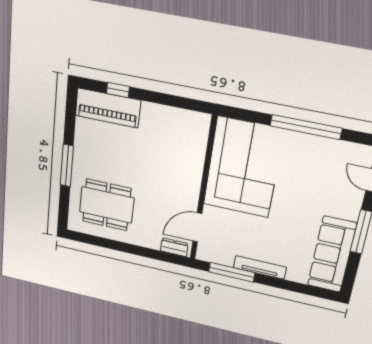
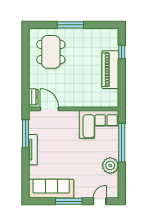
piano: (108, 108) -> (110, 70), moved
window: (306, 127) -> (122, 143), moved
plant: (313, 149) -> (110, 165), added
corner sofa: (243, 167) -> (99, 124), width x0.73, depth x0.74

